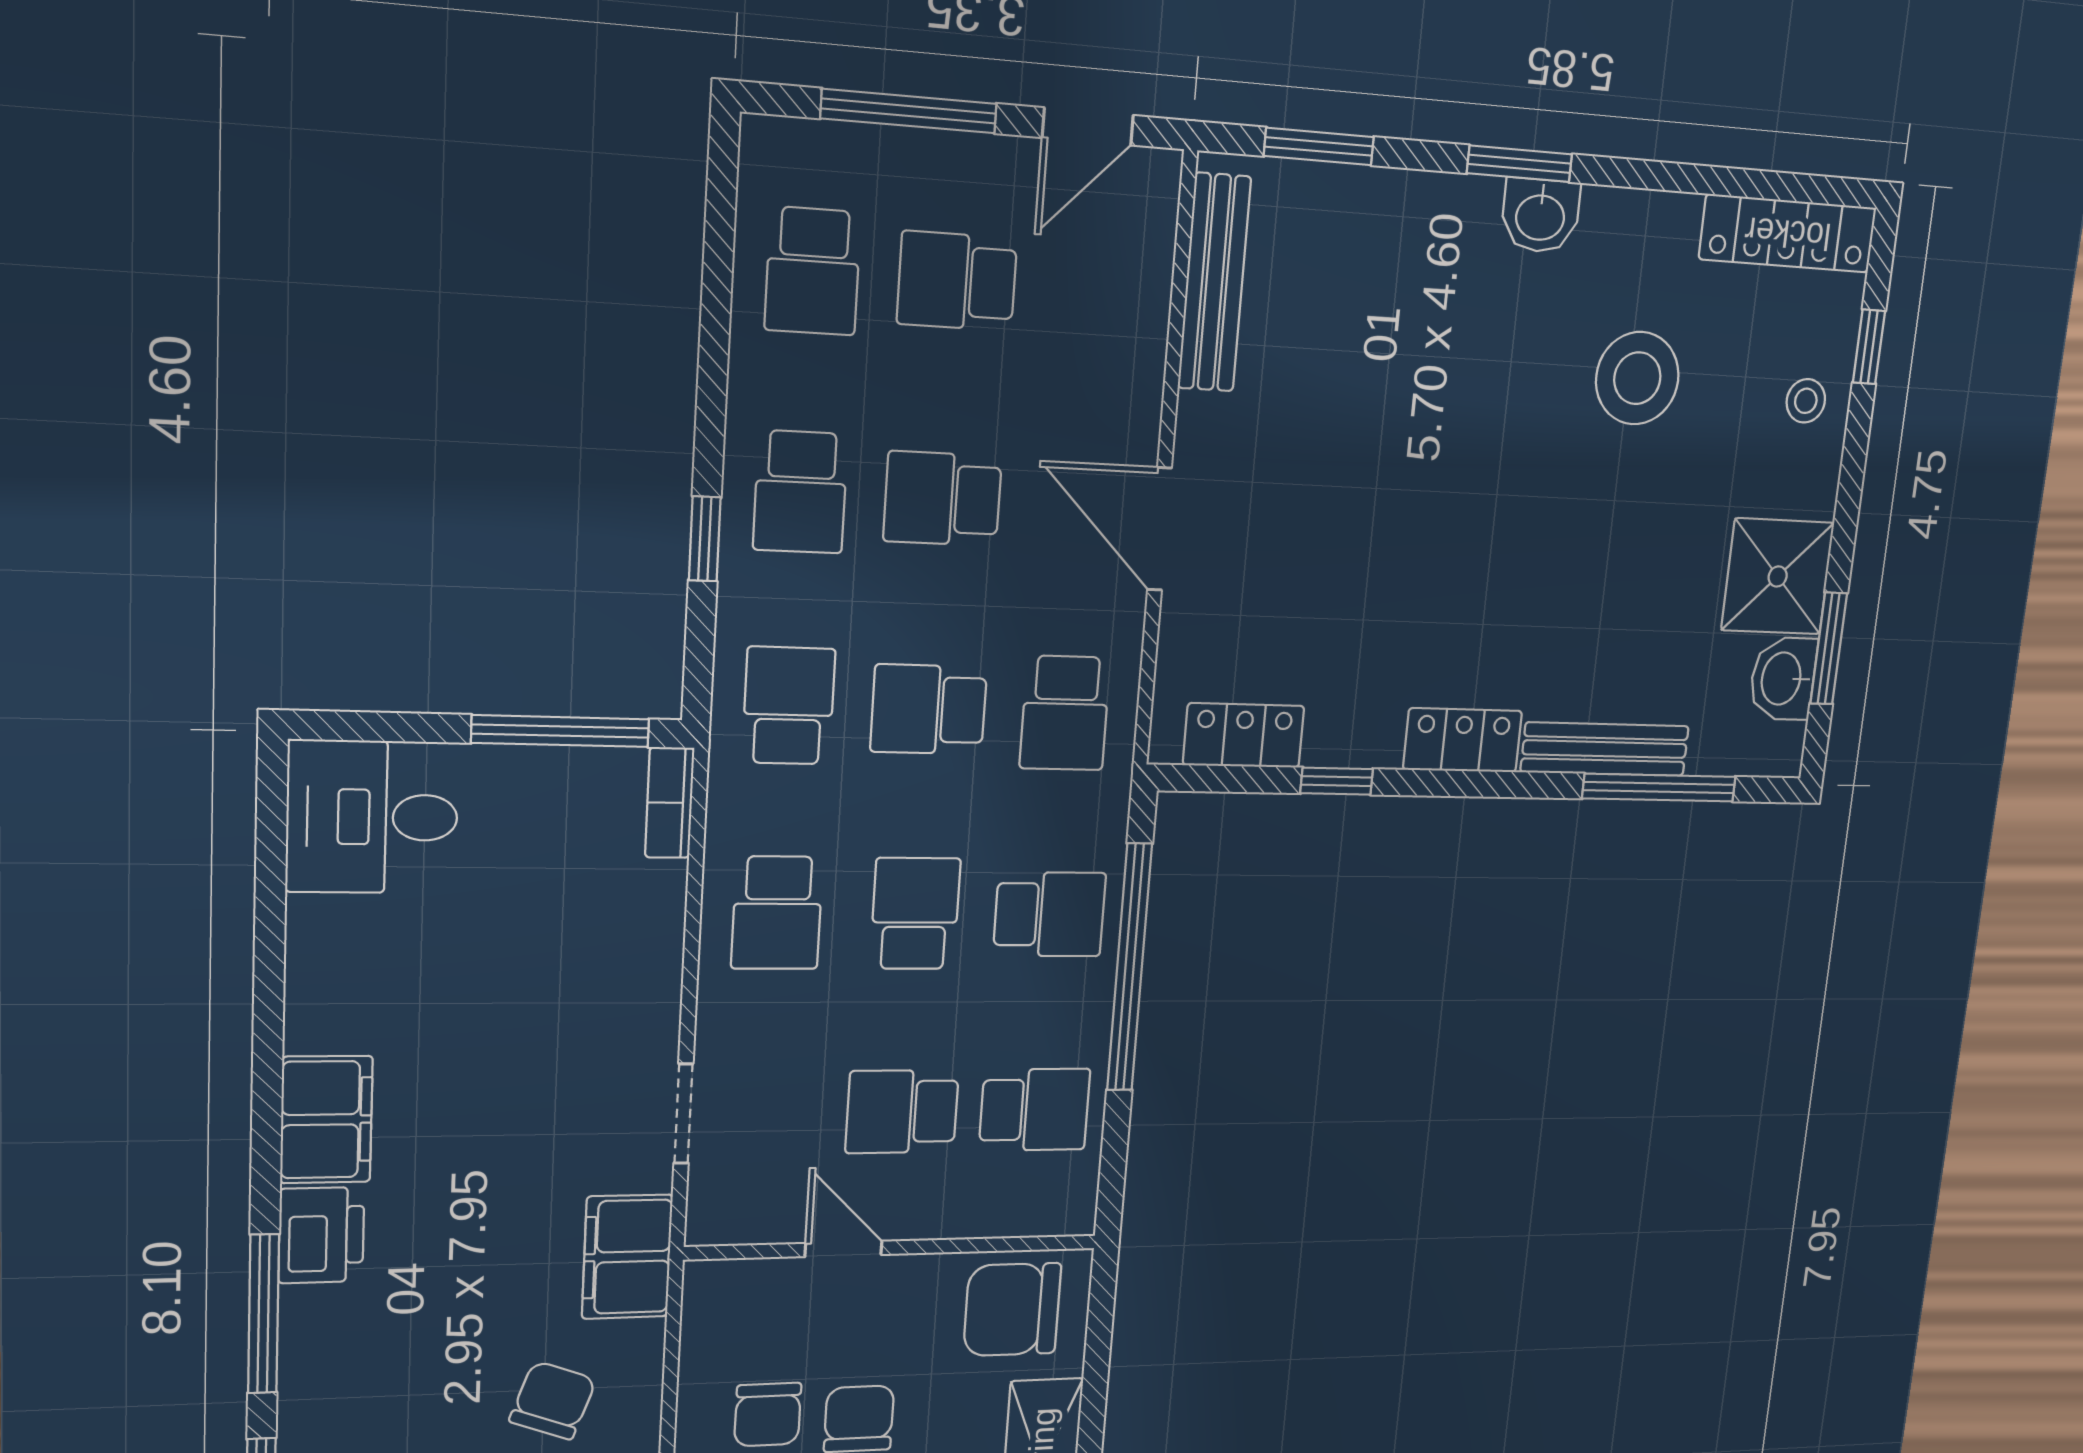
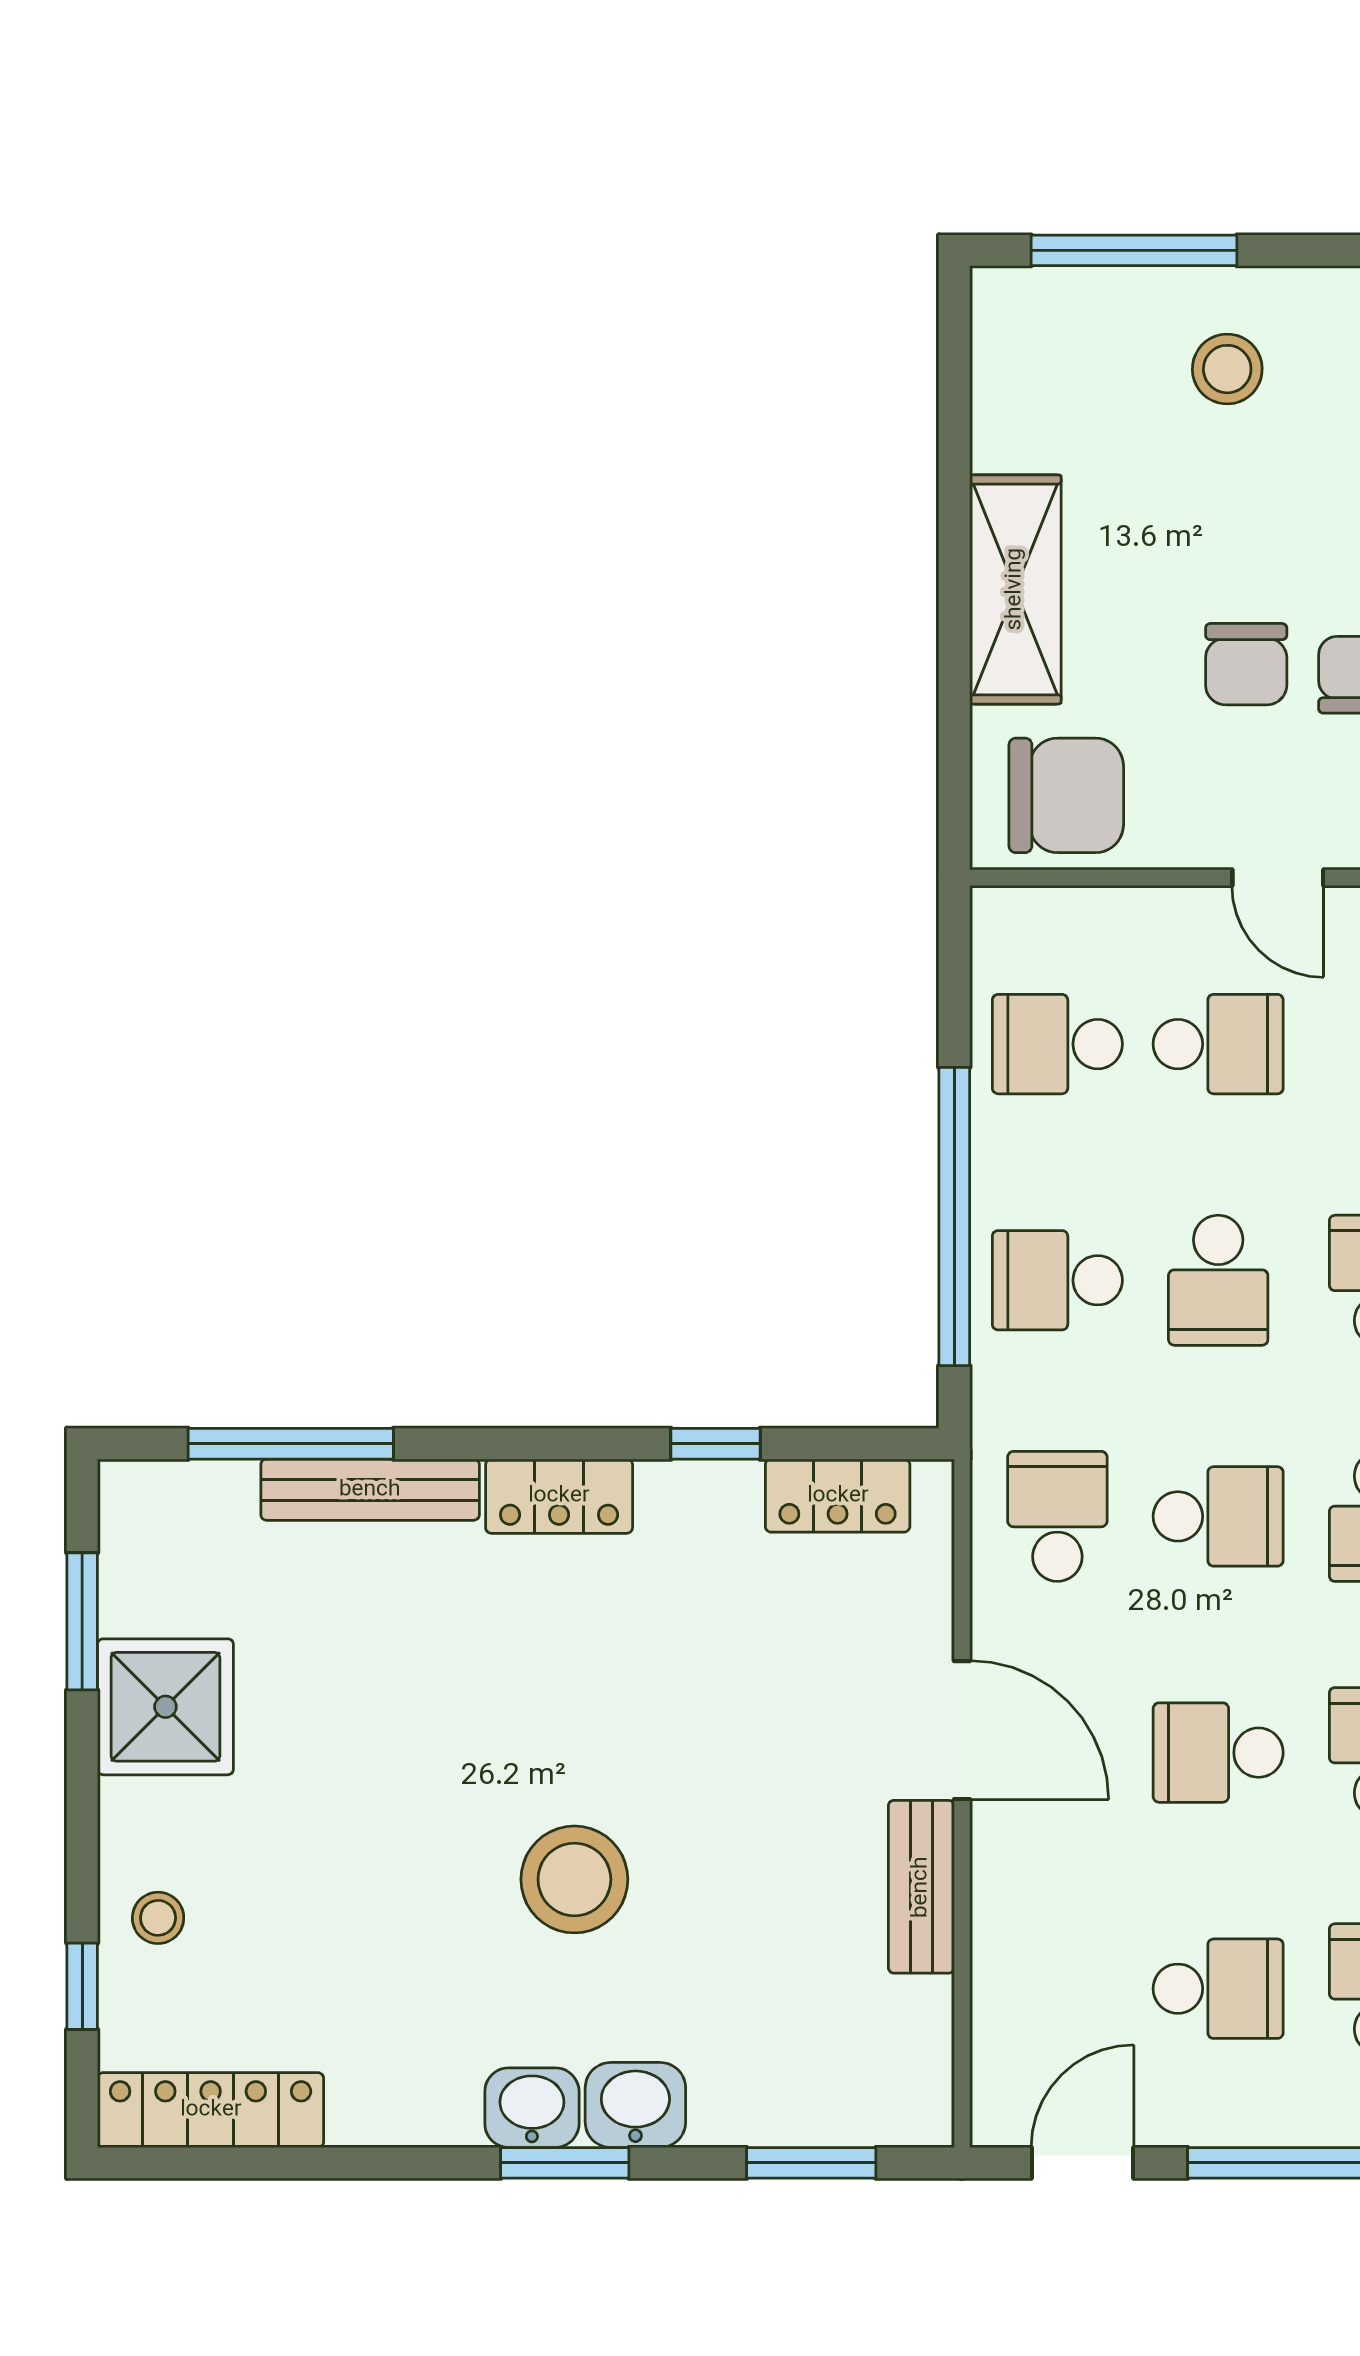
bench: (1214, 283) -> (921, 1887), moved, width x0.73
stool: (1637, 378) -> (574, 1879), moved
school desk: (943, 499) -> (1218, 1753), turned 180
washbasin: (1783, 679) -> (635, 2105), moved, turned -90

